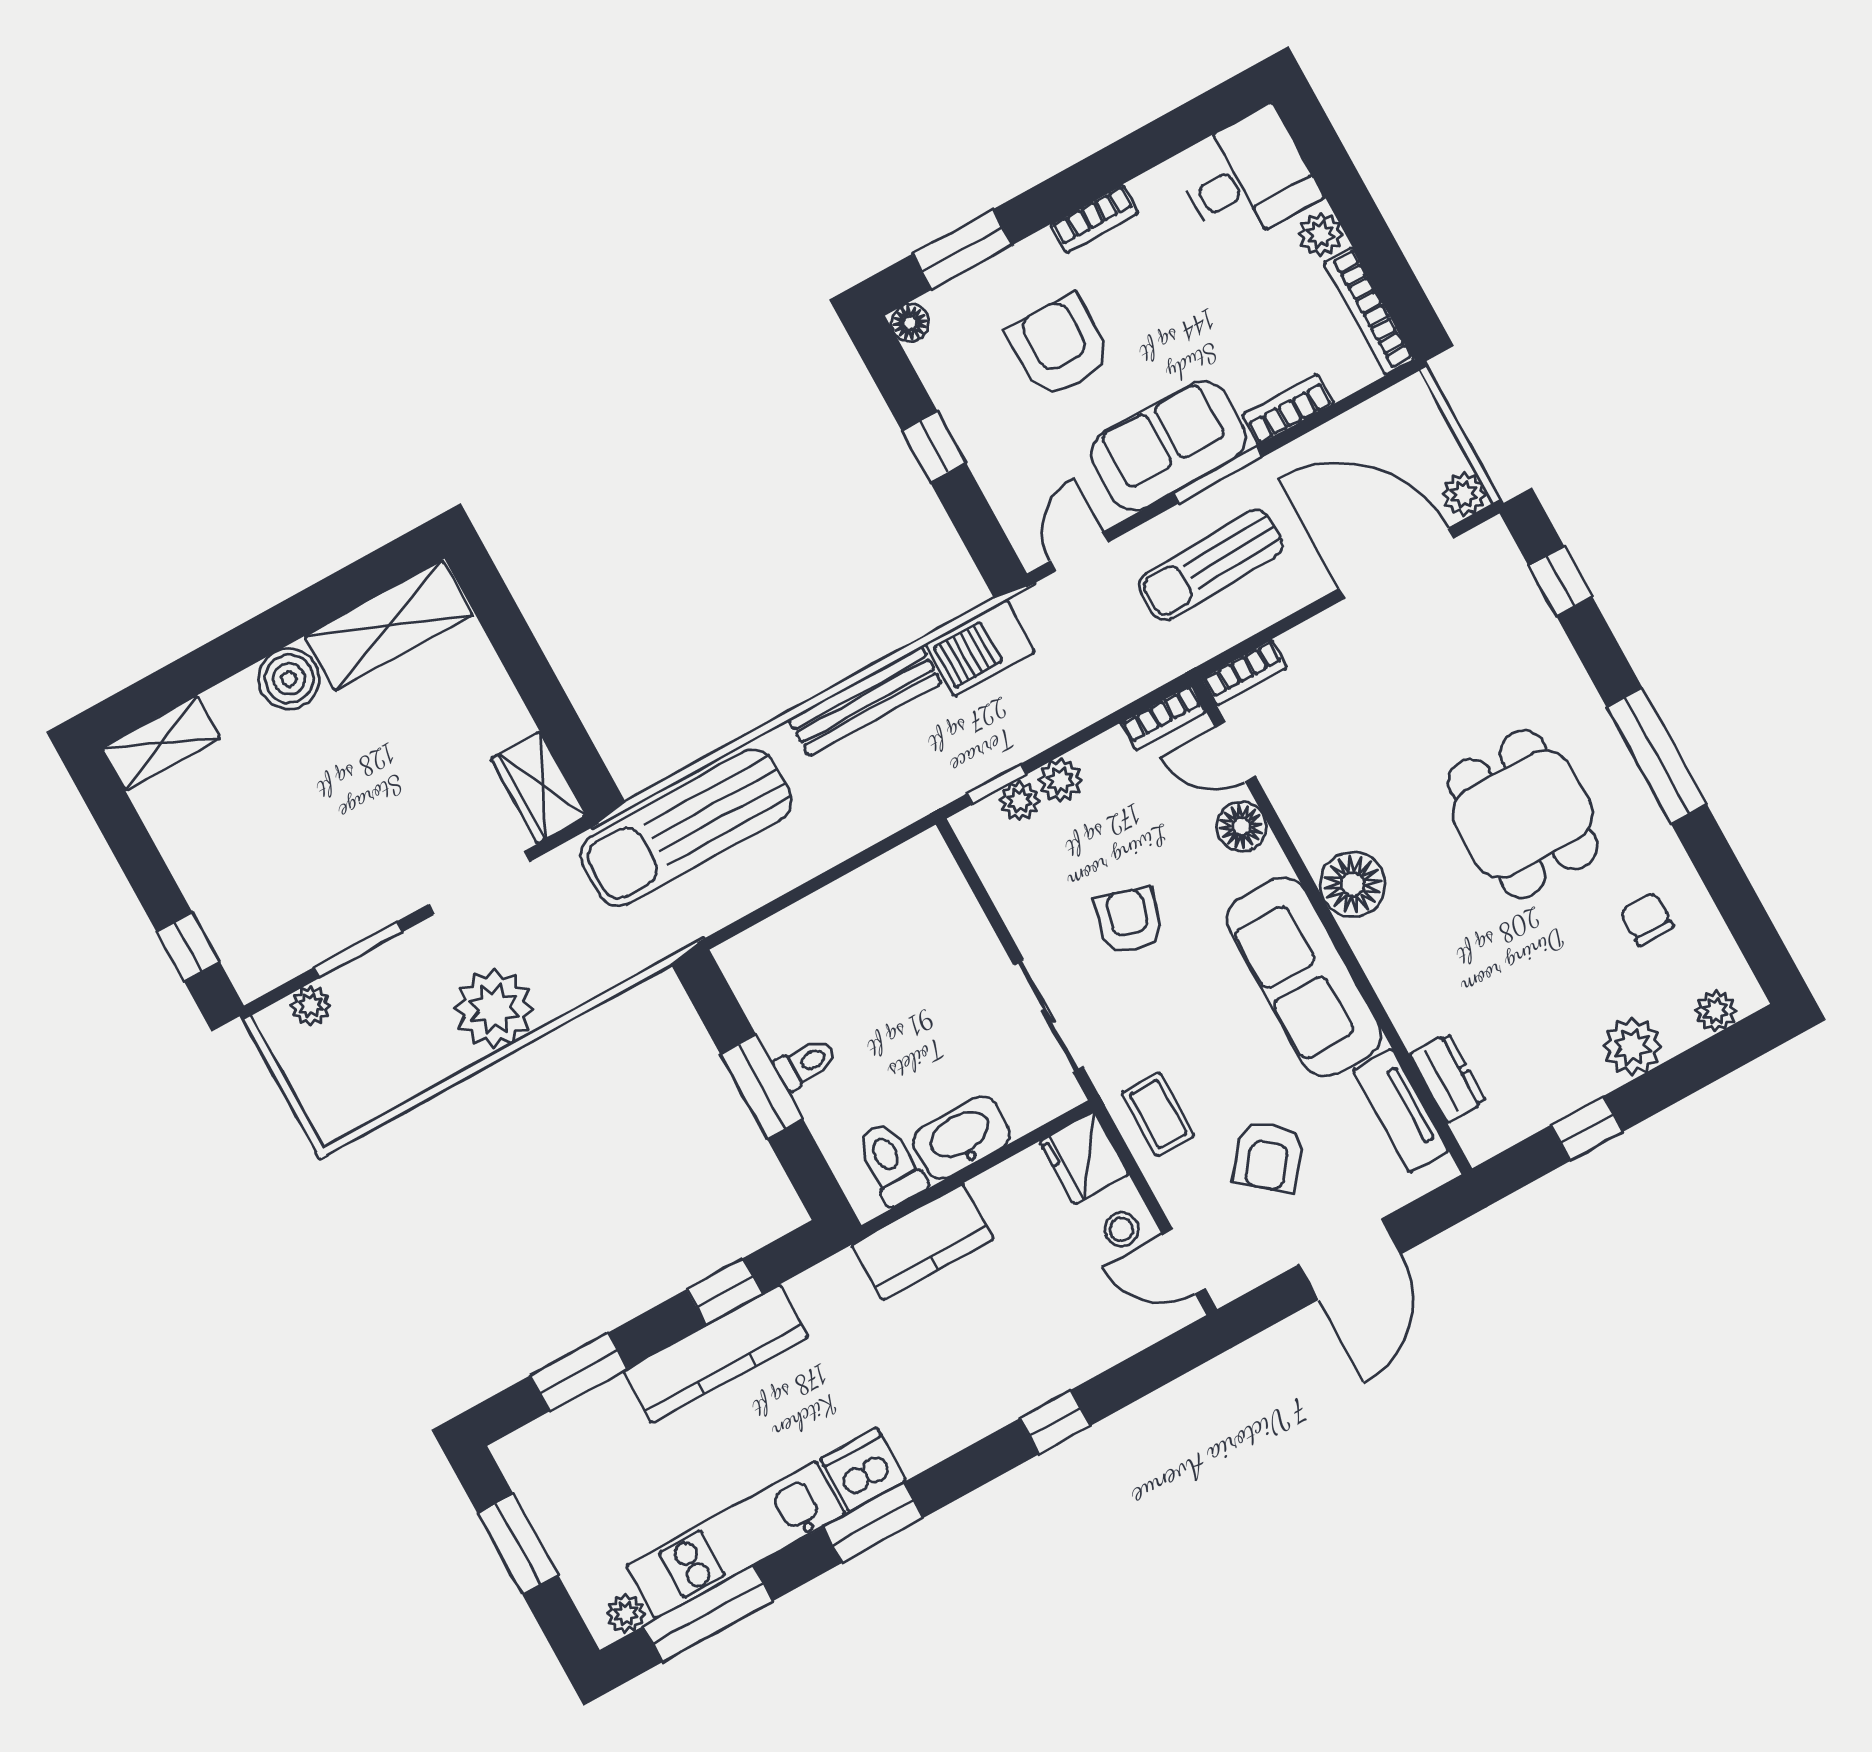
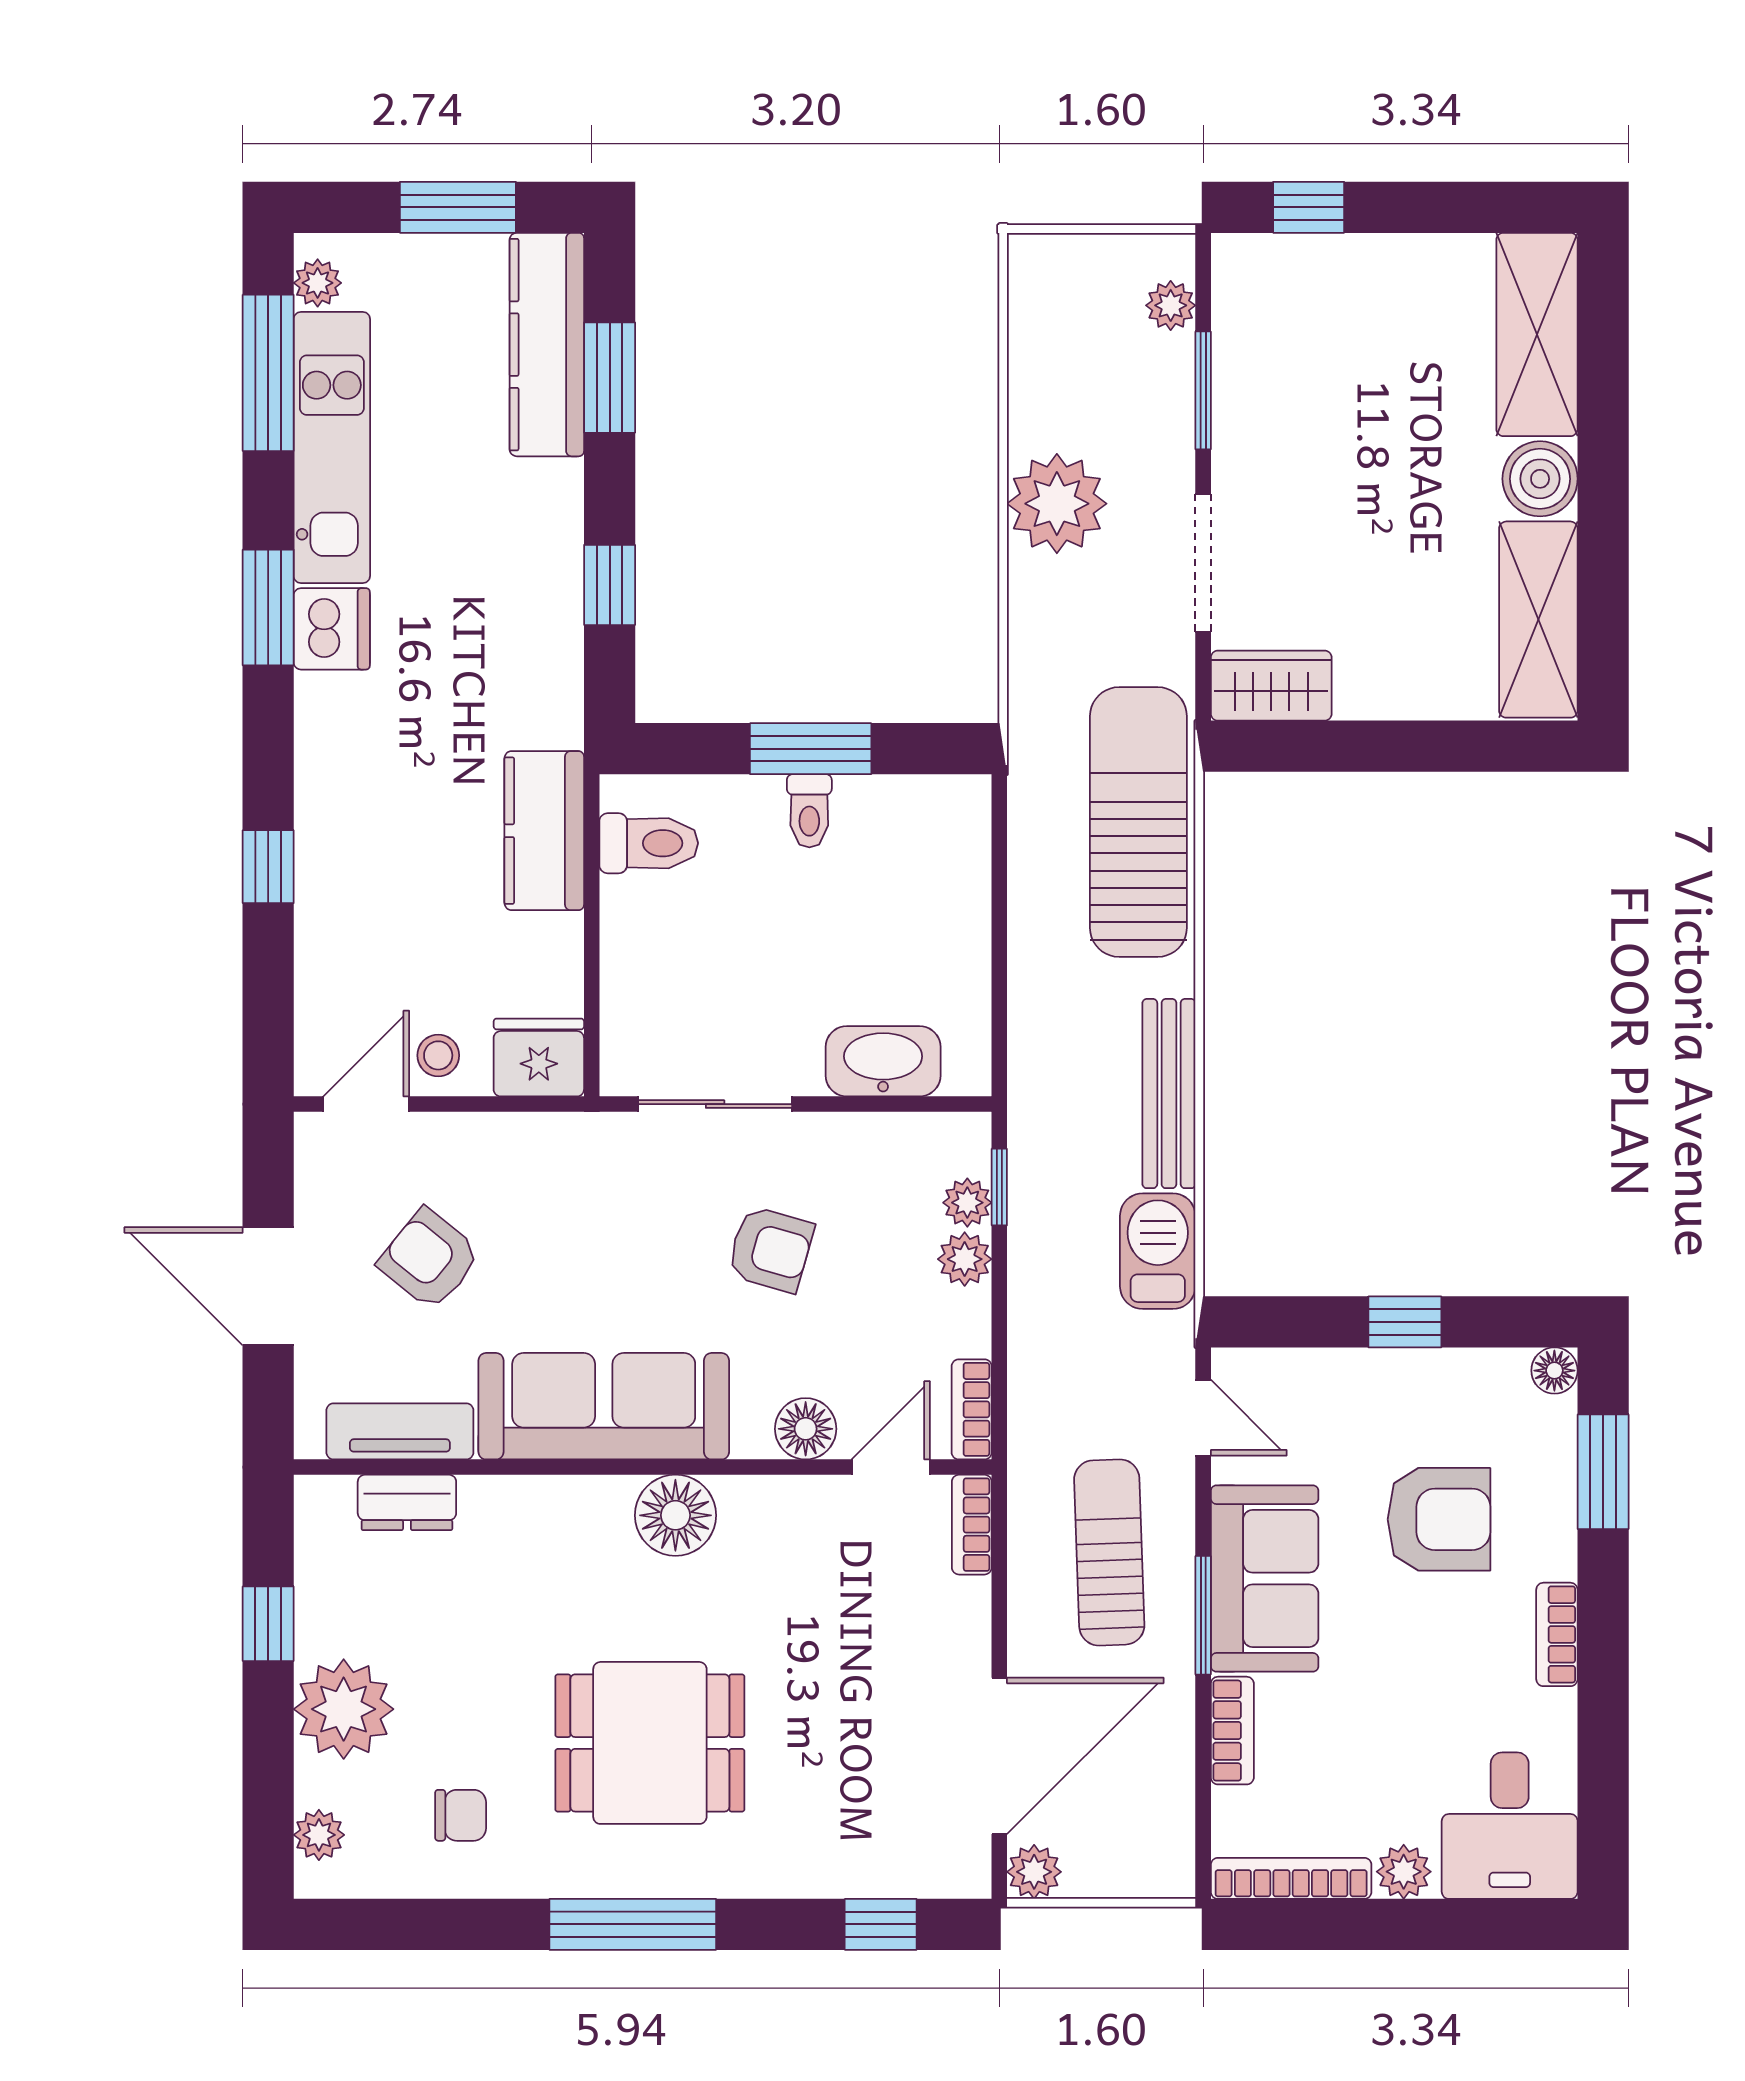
shelving: (161, 743) -> (1537, 334), width x1.50, depth x1.33
plant: (1632, 1047) -> (344, 1709), width x1.36, depth x1.36
coffee table: (1158, 1114) -> (542, 1165), removed
washbasin: (961, 1138) -> (883, 1061), moved, turned -90
kitchen counter: (716, 1354) -> (547, 345), moved

